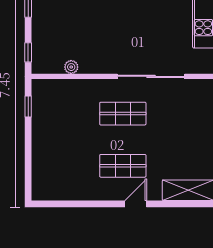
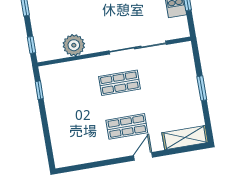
plant: (71, 67) -> (74, 45), width x1.88, depth x1.88

